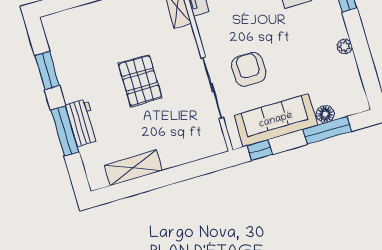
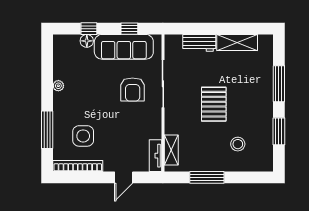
stool: (95, 39) -> (238, 144), added
workbench: (82, 123) -> (199, 43), moved, turned -90
window: (327, 130) -> (89, 29), width x0.46
window: (260, 150) -> (129, 29), moved

